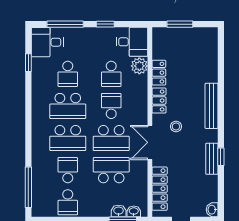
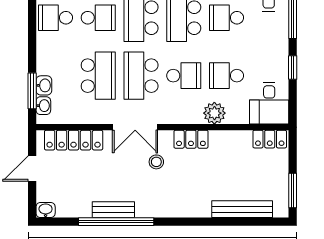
window: (180, 24) -> (293, 191), moved
plant: (139, 66) -> (214, 113), moved
locker: (159, 73) -> (270, 139), moved
bench: (212, 106) -> (242, 209), moved
double door: (150, 142) -> (135, 127), swing flipped
window: (221, 157) -> (116, 222), width x3.17

